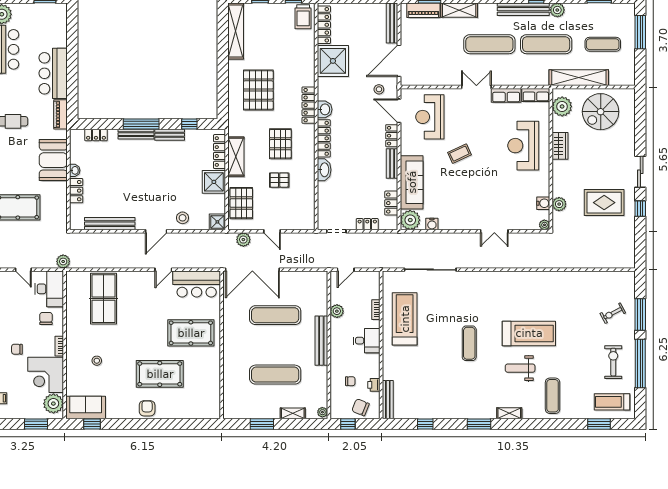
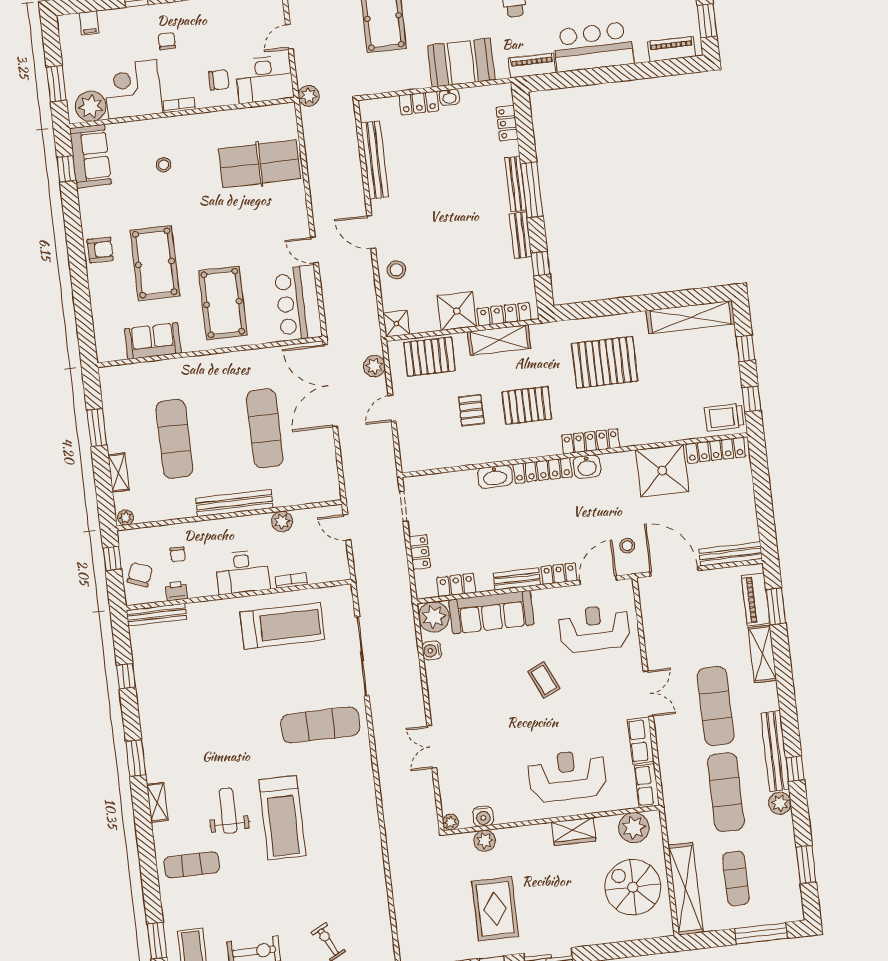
piano: (60, 23) -> (672, 49), added
shelving: (579, 78) -> (686, 889), moved
desk: (367, 341) -> (242, 572), width x1.37
exercise mat: (469, 343) -> (320, 725), moved, width x1.36, depth x1.45
sofa: (210, 381) -> (153, 341), added

